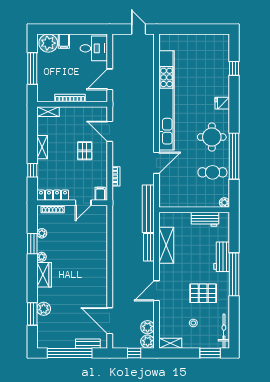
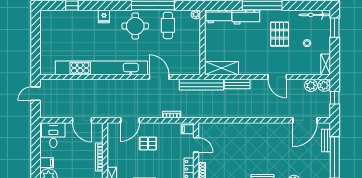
workbench: (205, 219) -> (219, 16), moved, turned 90
shelving: (166, 245) -> (221, 68), moved

